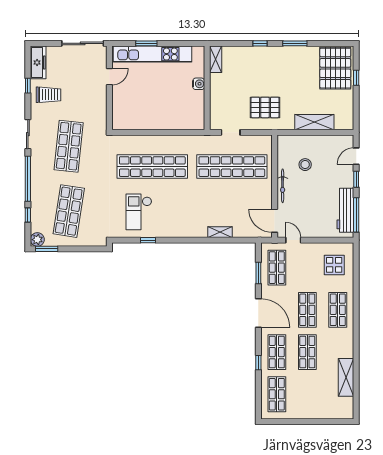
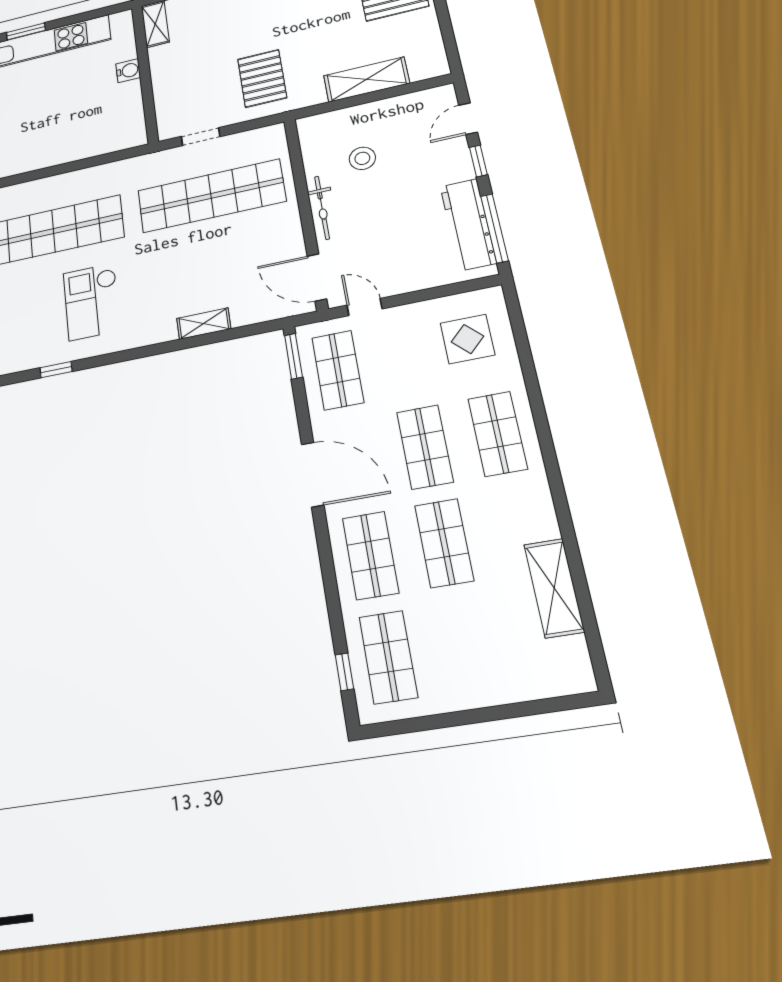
pallet: (265, 107) -> (262, 78), turned 90
checkout: (139, 212) -> (92, 302), moved
window: (258, 273) -> (293, 356), moved
window: (258, 363) -> (344, 672), moved

